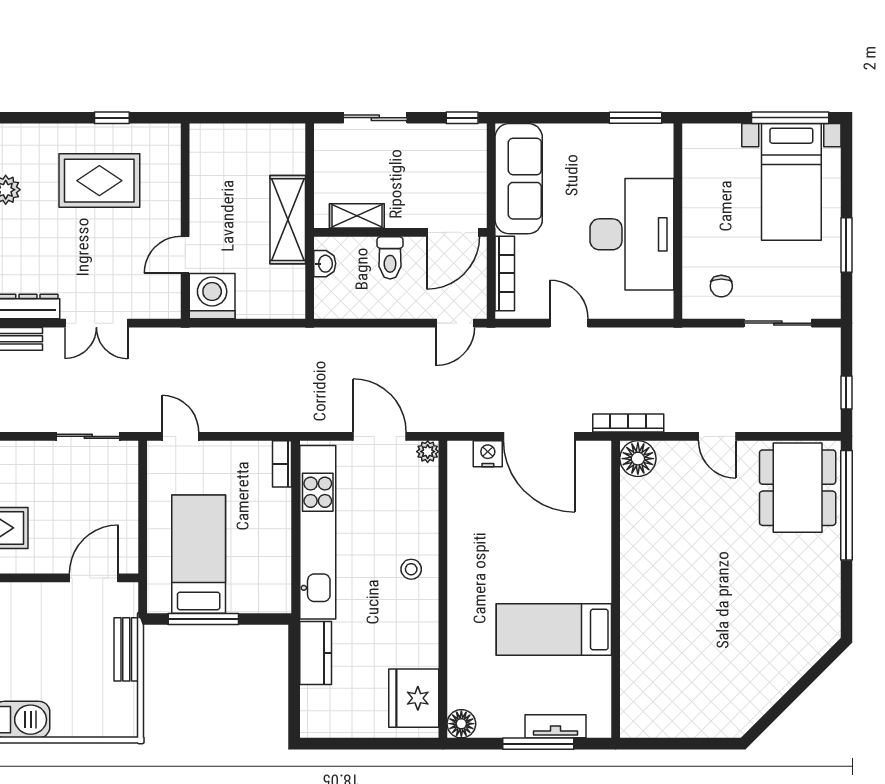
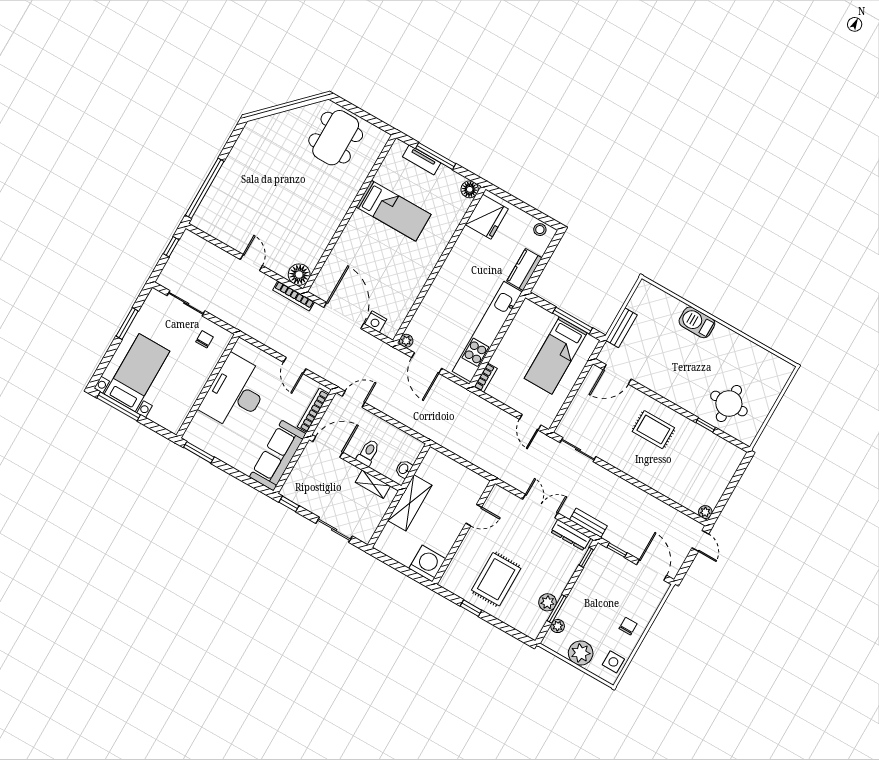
rug: (99, 181) -> (496, 579), turned 90
washing machine: (212, 296) -> (427, 564), moved, turned 180
dining table: (798, 488) -> (336, 138), moved
stool: (411, 569) -> (540, 230), moved

